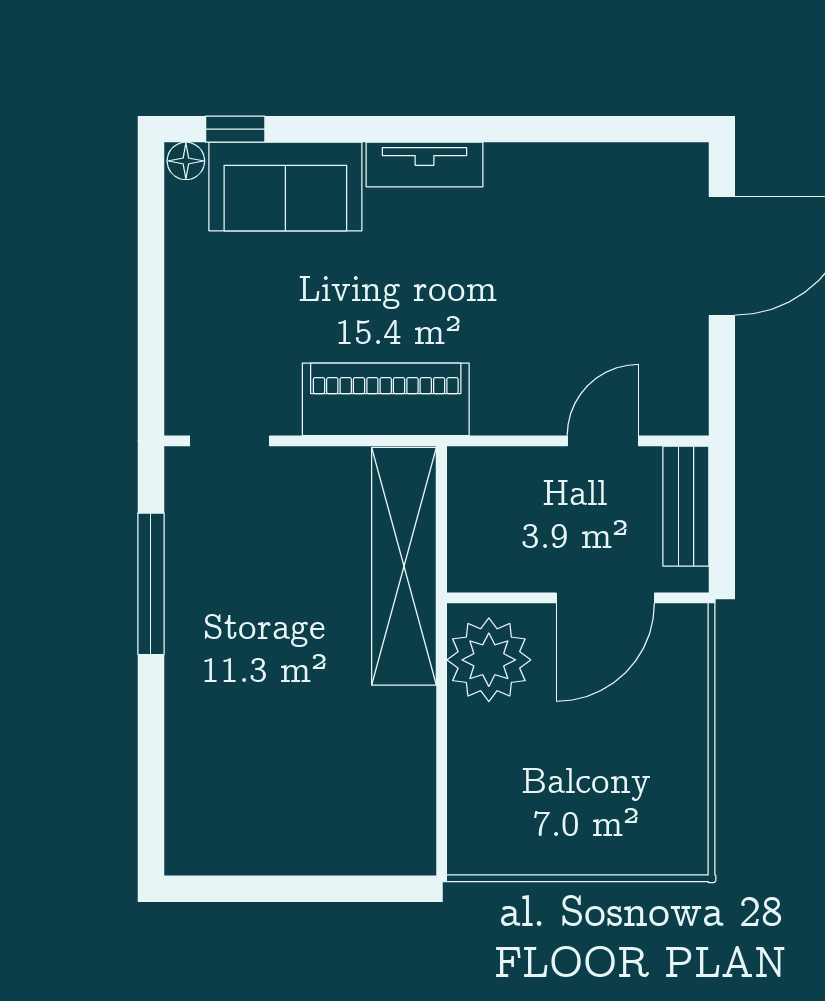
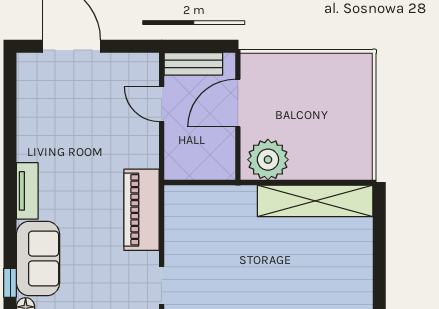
shelving: (404, 566) -> (315, 201), moved
door: (605, 598) -> (238, 103), swing flipped

